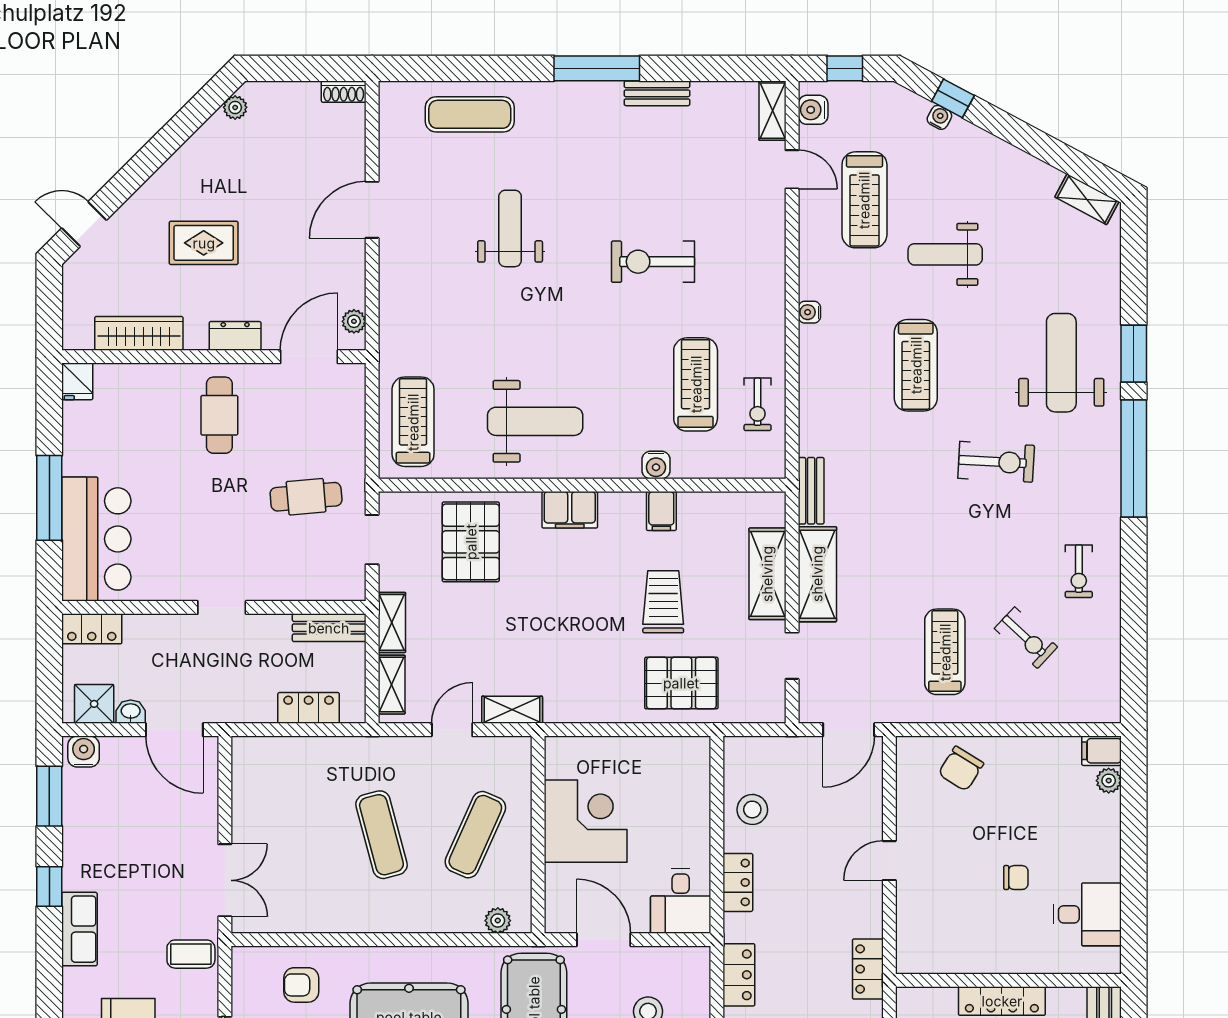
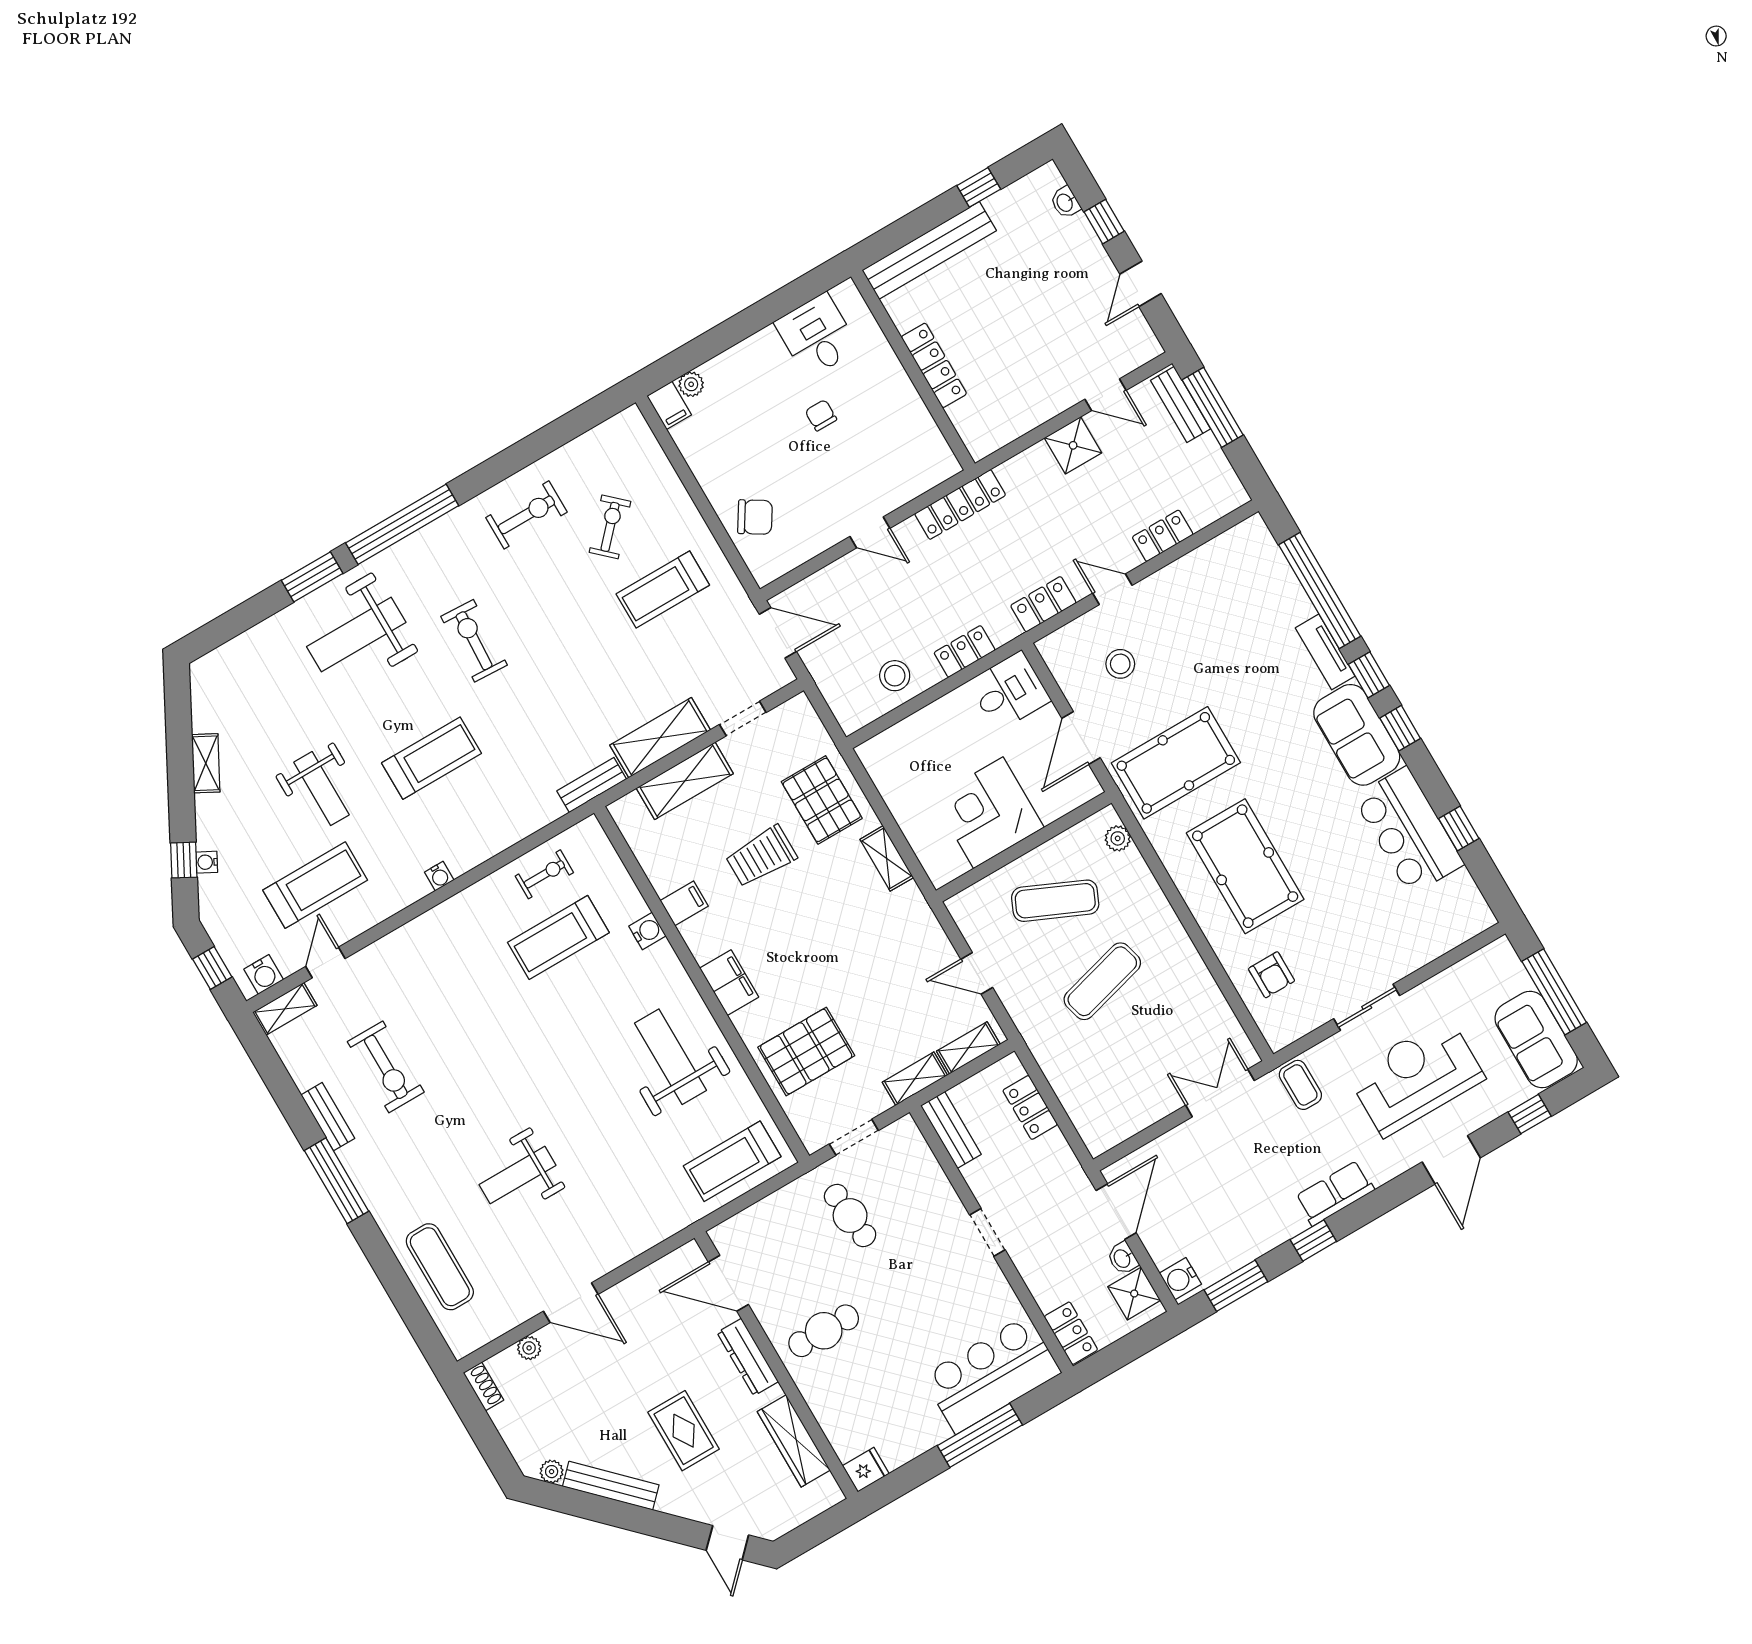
bench: (193, 152) -> (611, 1486), added
shelving: (1087, 199) -> (206, 763), moved
exercise bike: (653, 262) -> (386, 1067), moved
plant: (354, 321) -> (529, 1348), moved
dresser: (235, 336) -> (748, 1357), width x1.44
exercise bike: (1079, 571) -> (526, 515), width x1.38, depth x1.39
shelving: (512, 710) -> (887, 858), moved
locker: (868, 969) -> (960, 504), width x1.53

